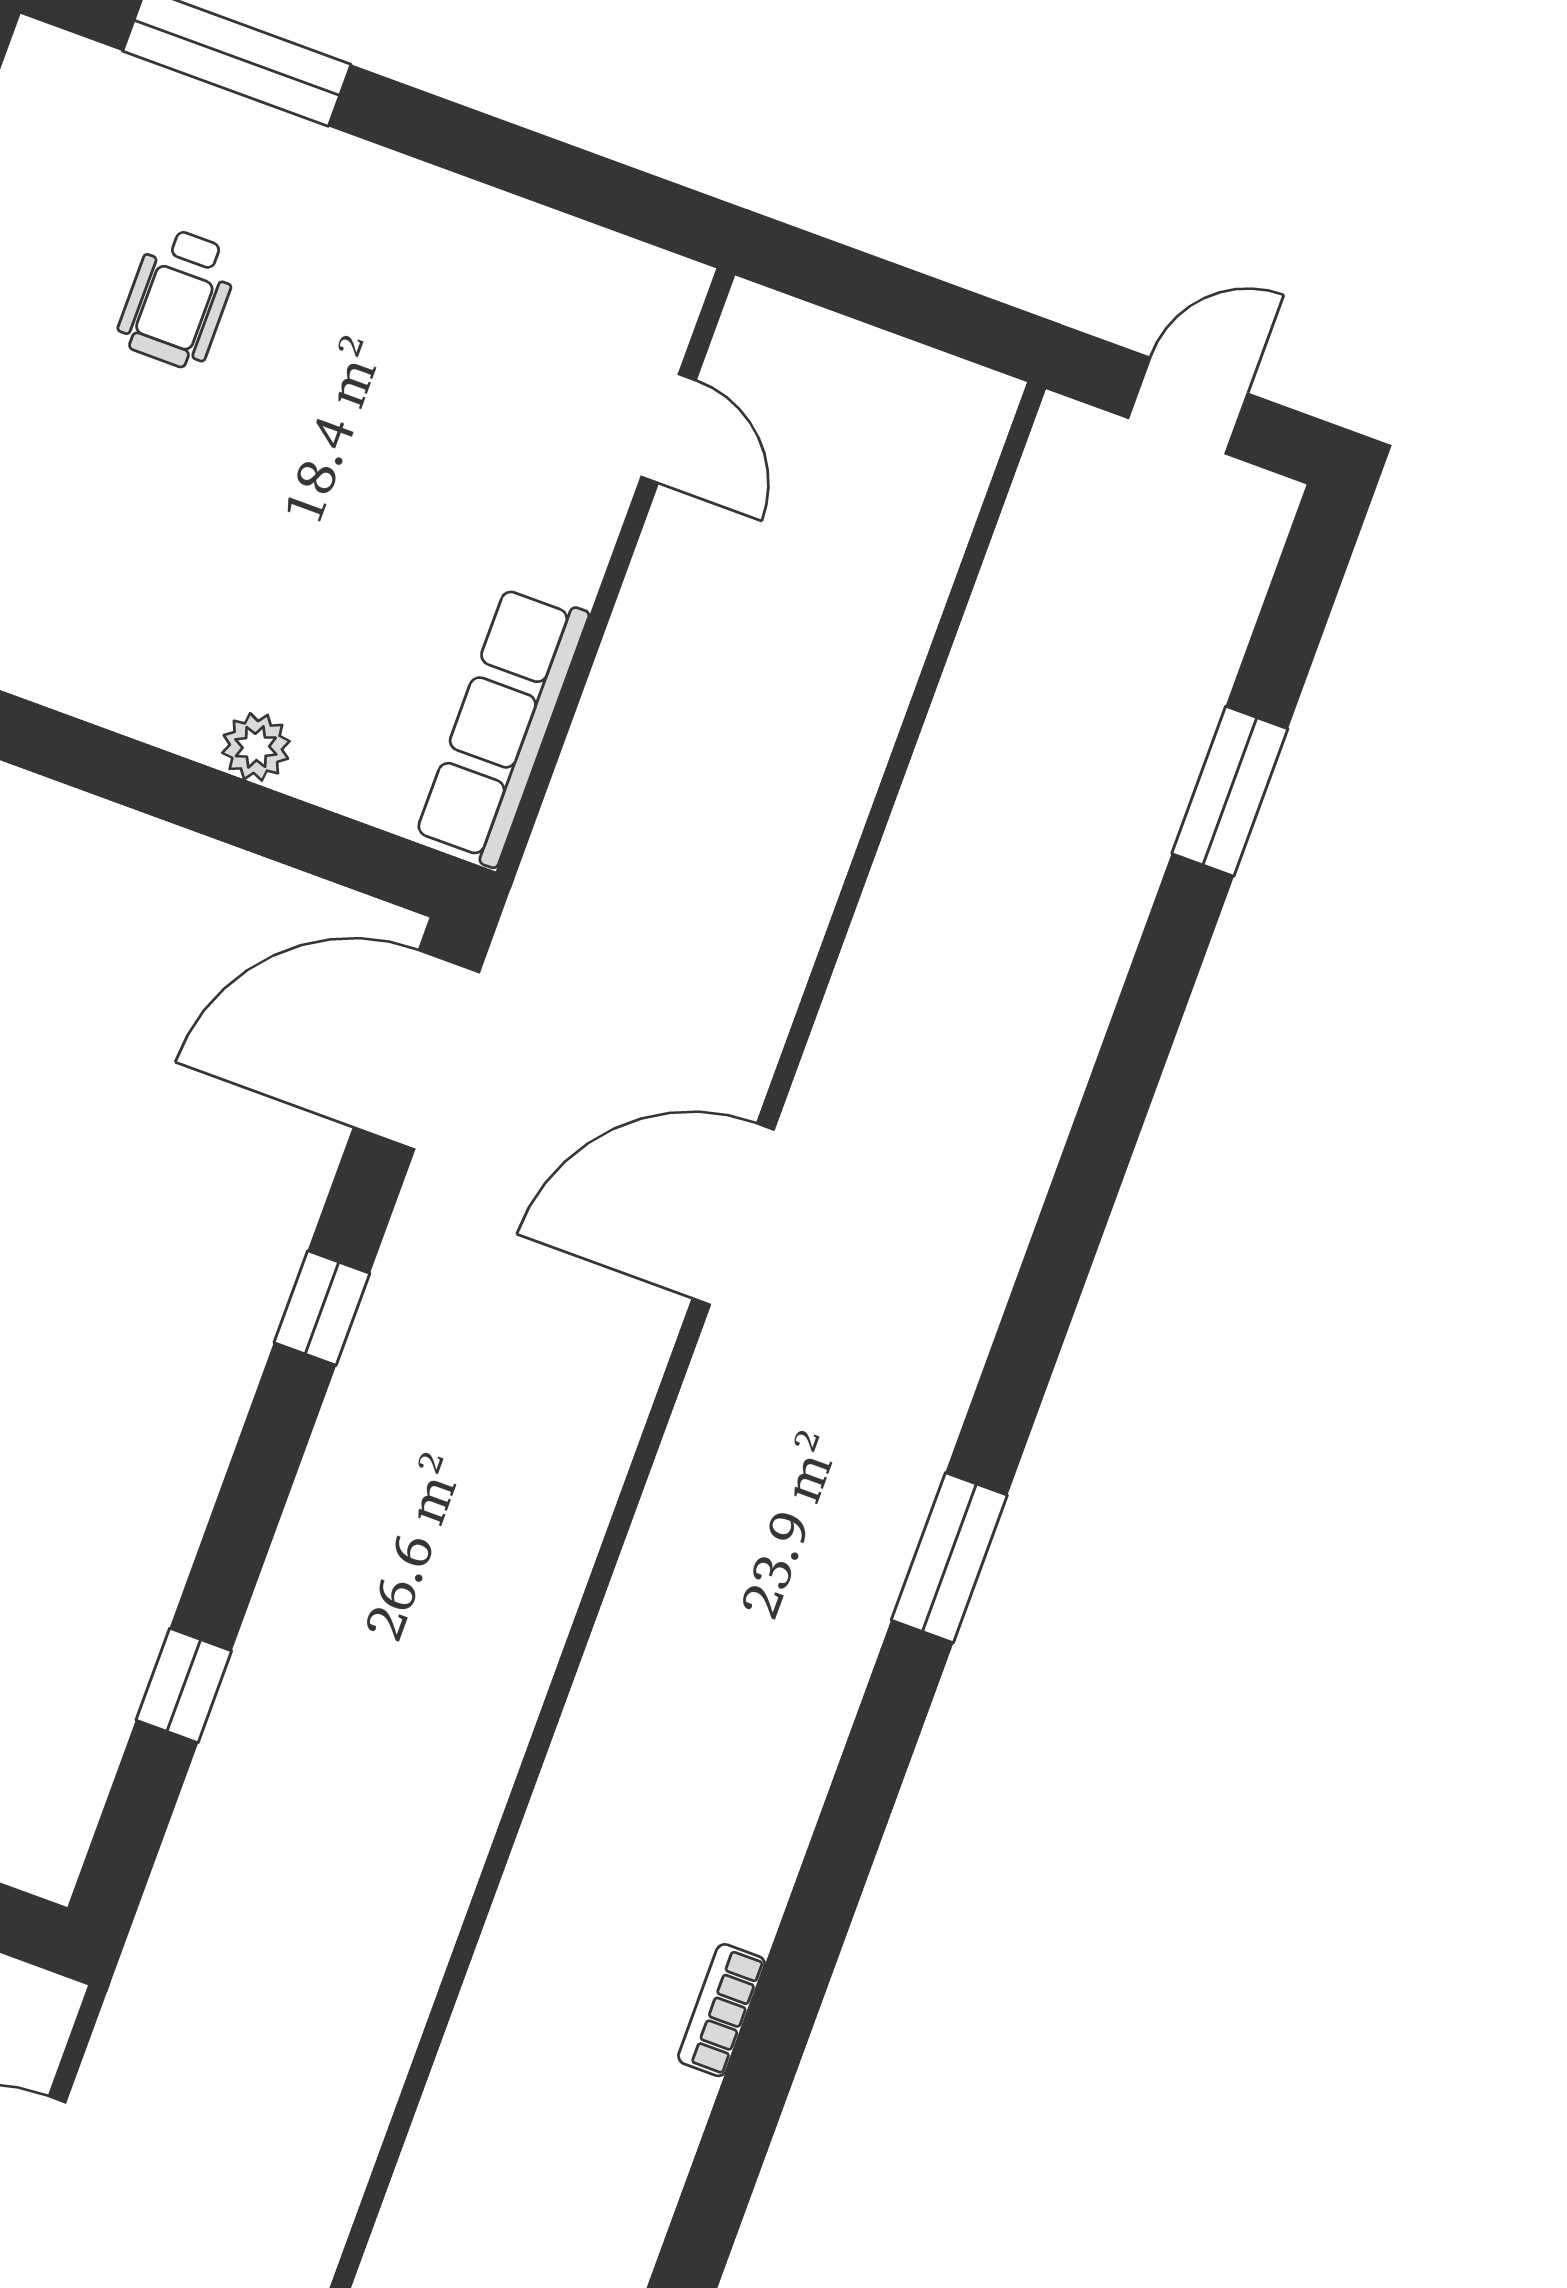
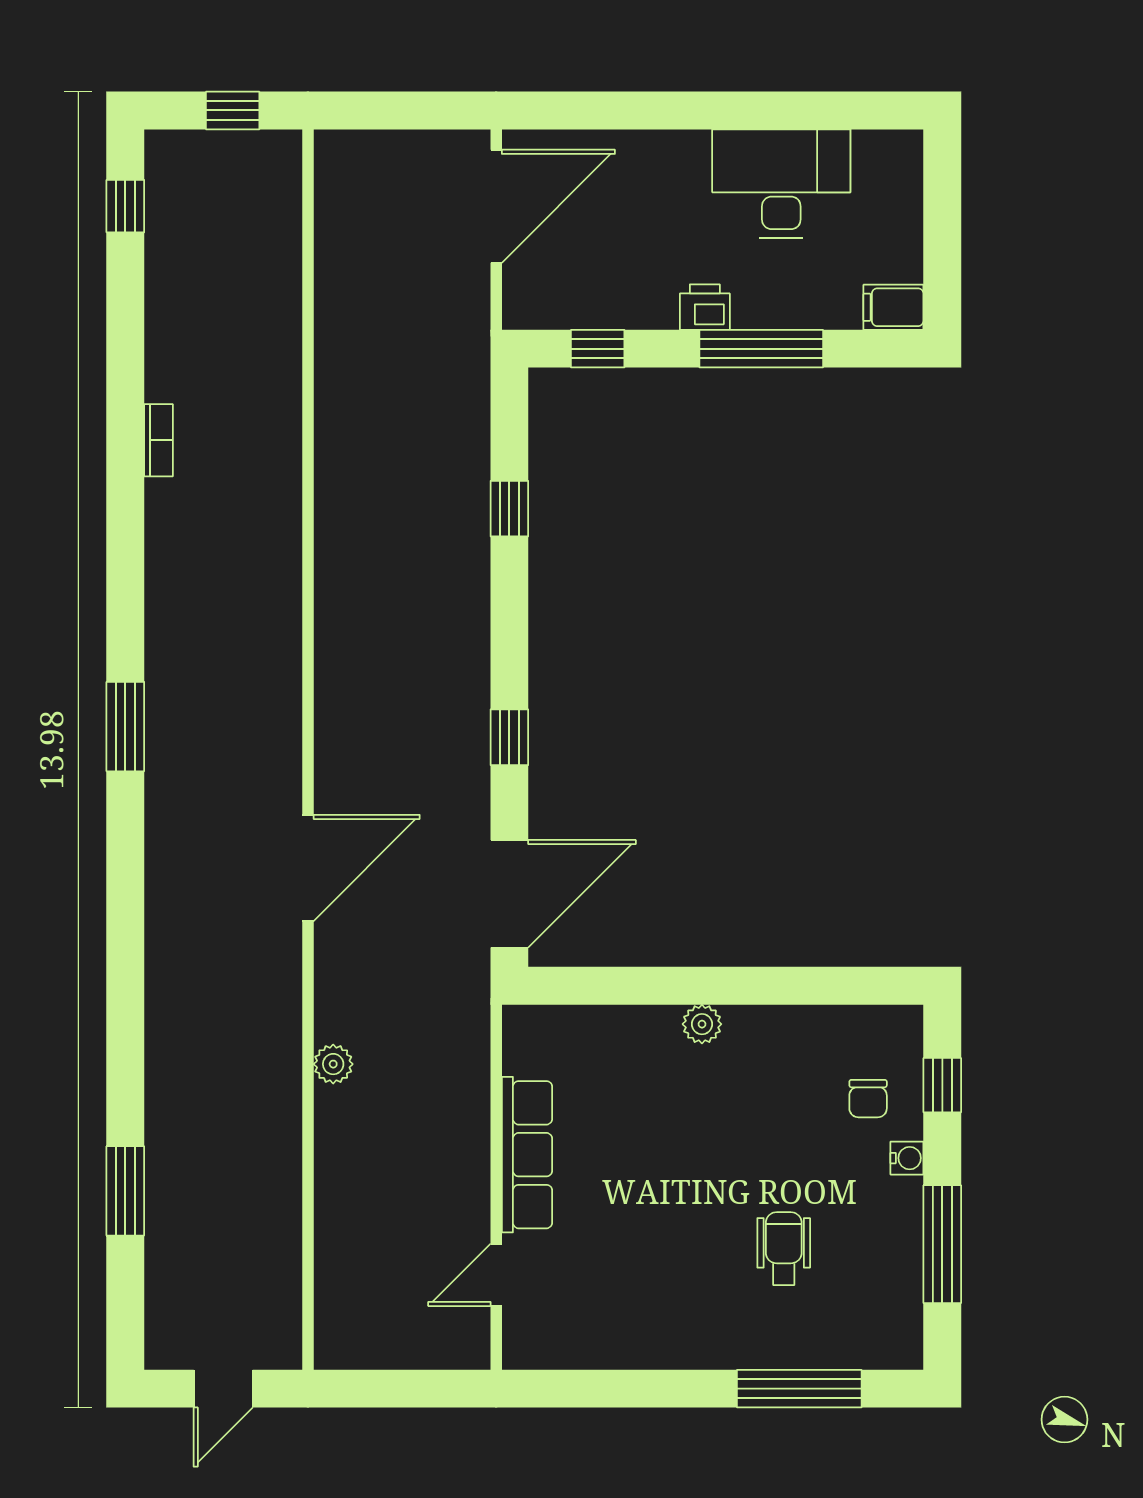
door: (668, 429) -> (496, 1275), hinge flipped
row of seats: (502, 726) -> (527, 1155), moved
plant: (256, 747) -> (702, 1024), moved
plant: (810, 875) -> (333, 1064), added

